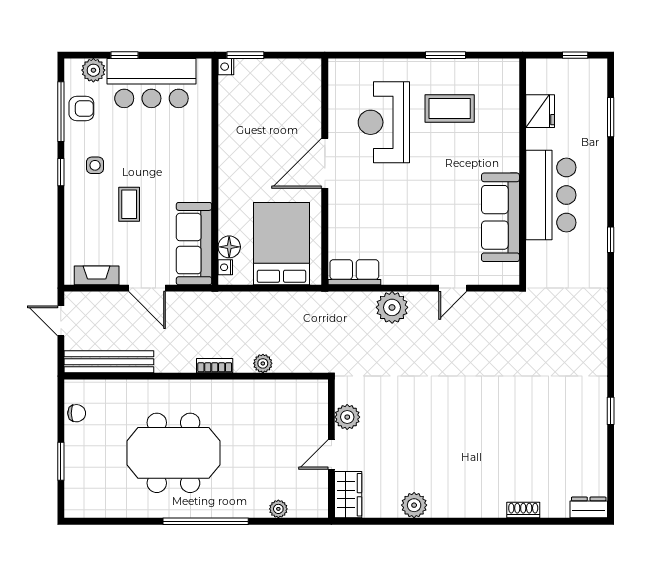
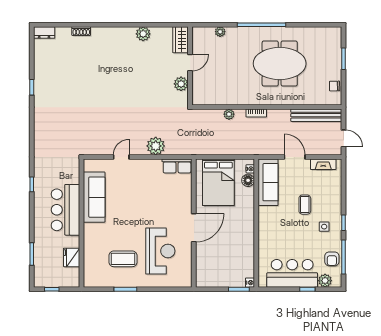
armchair: (81, 108) -> (332, 259), turned -90

